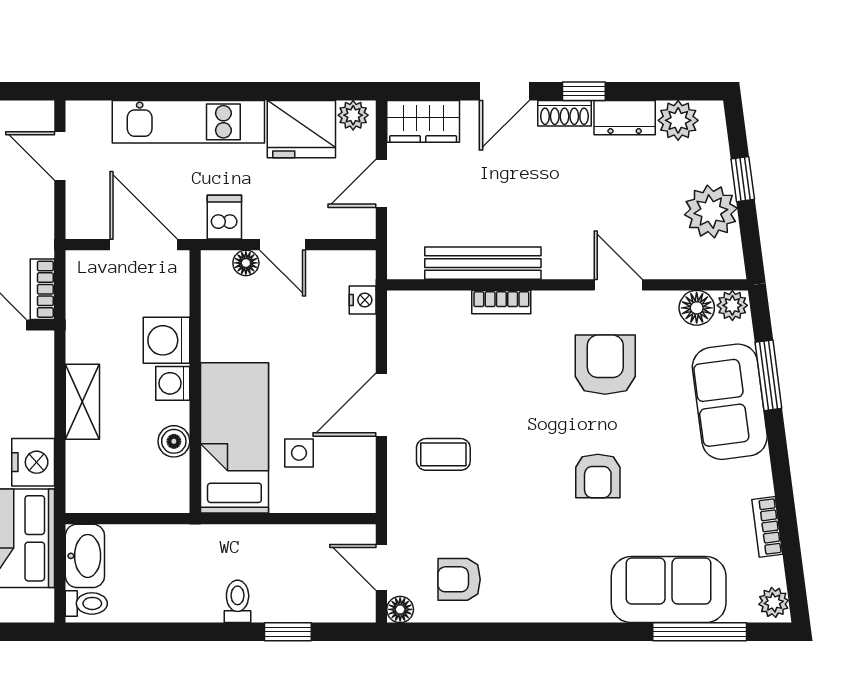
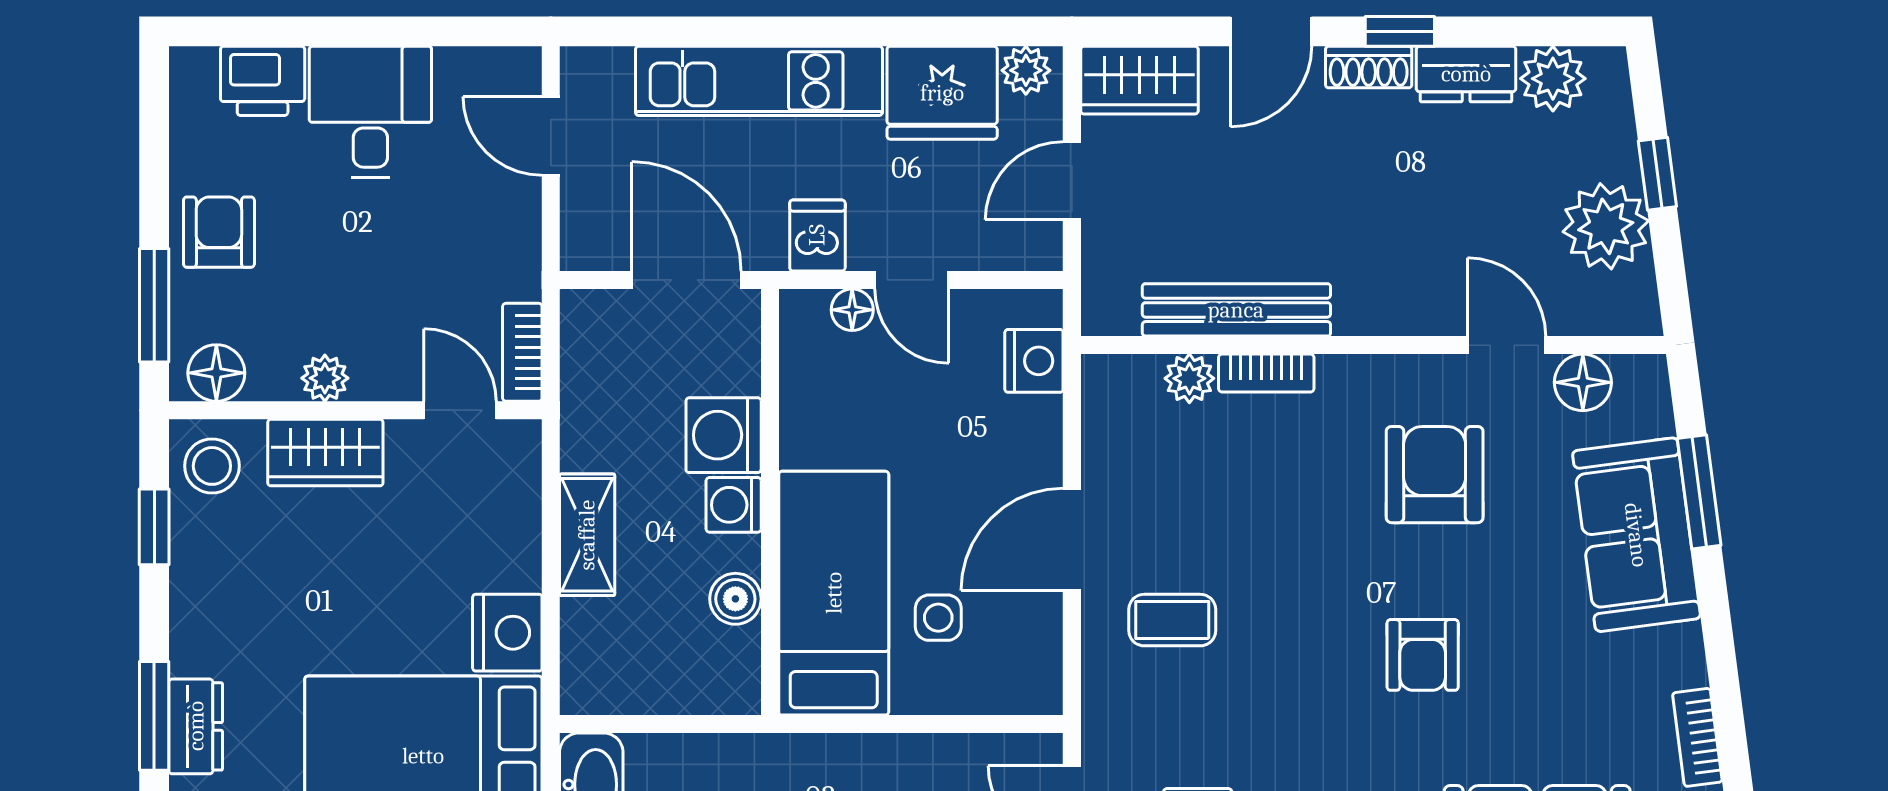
door: (618, 285) -> (1507, 345), moved
nightstand: (363, 300) -> (1034, 361), width x1.39, depth x1.35
plant: (732, 305) -> (1189, 378), moved

